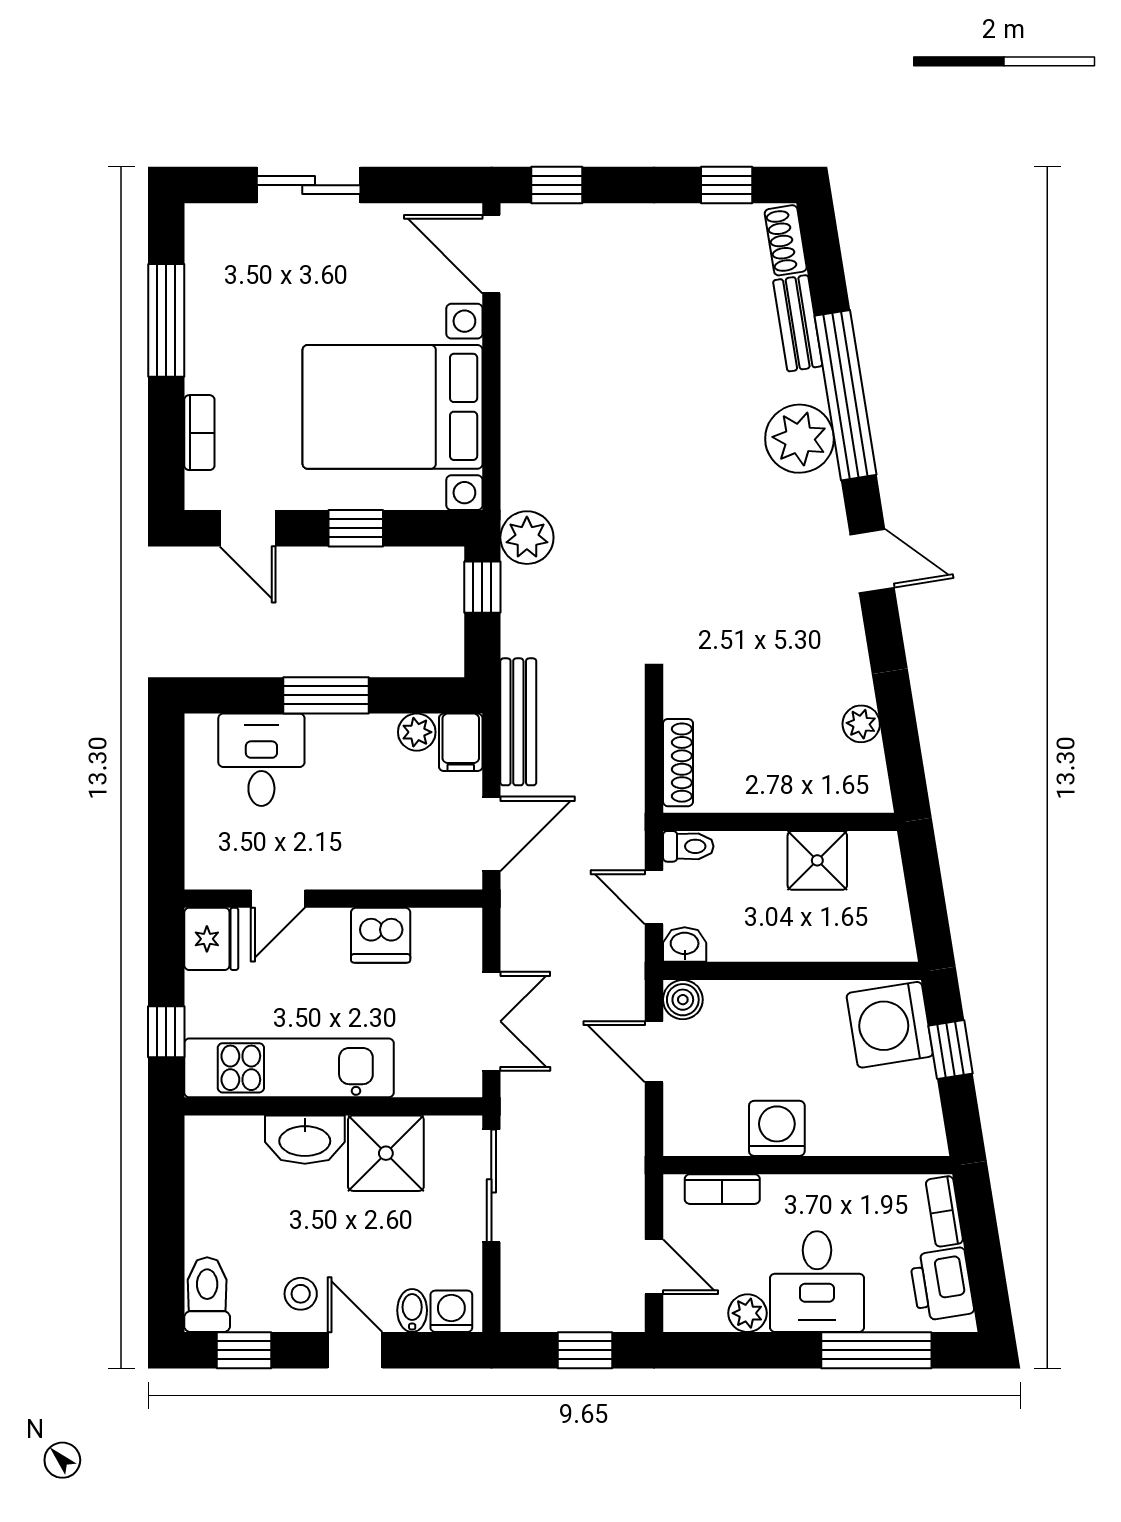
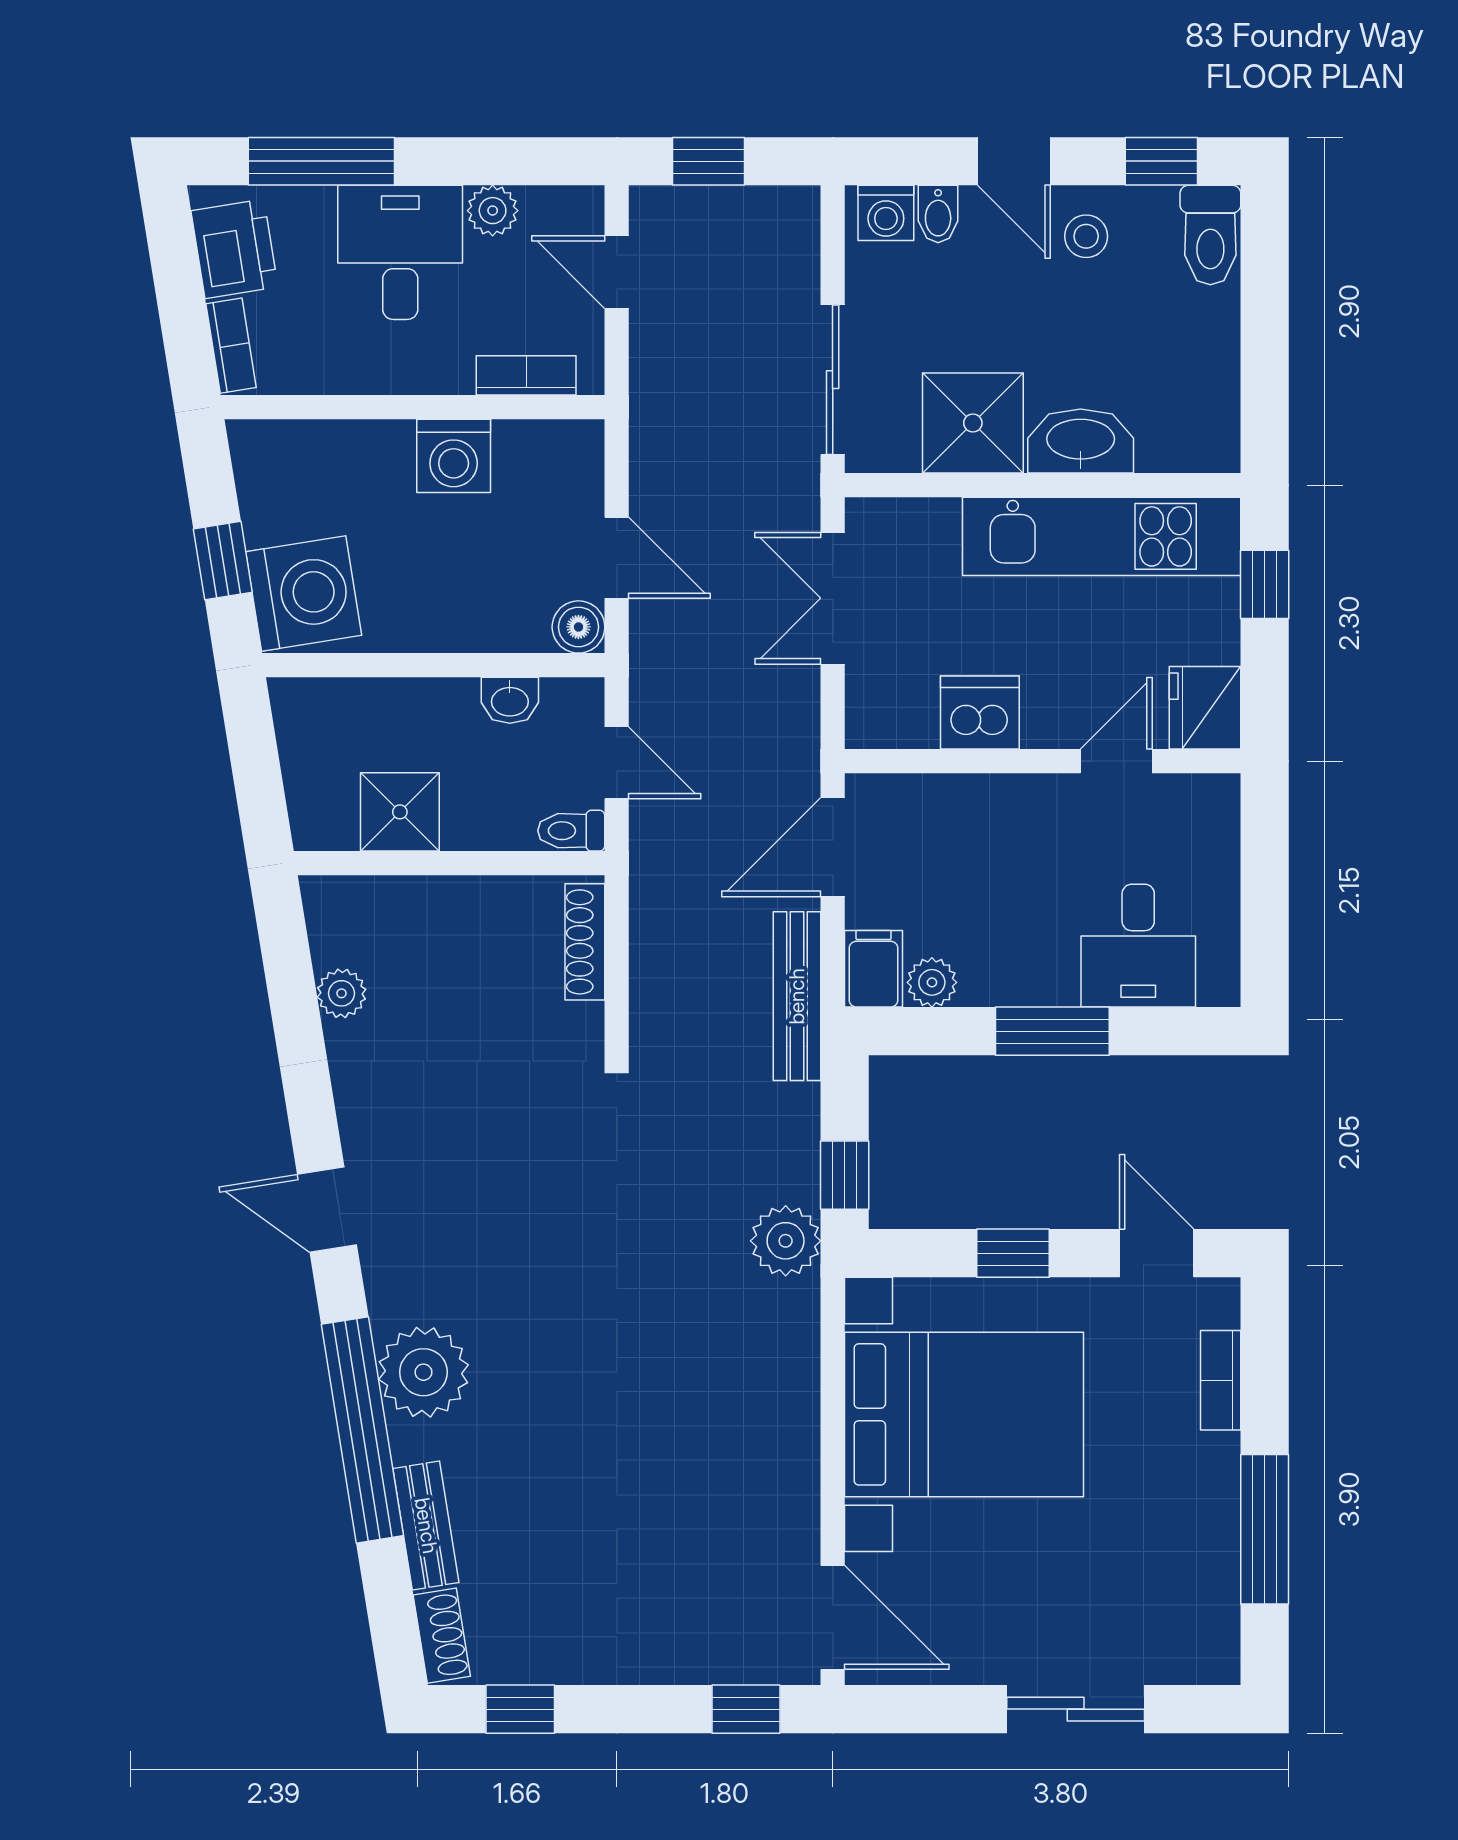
washbasin: (685, 944) -> (510, 700), moved

